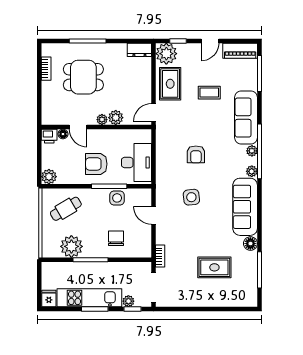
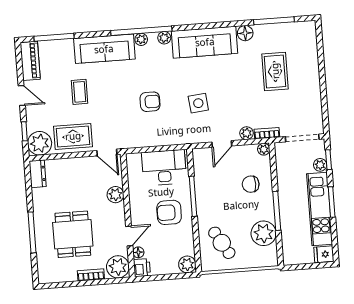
bookcase: (46, 69) -> (91, 275), moved
plant: (102, 120) -> (118, 267), moved, width x1.87, depth x1.87
armchair: (96, 164) -> (169, 212), turned 90
side table: (117, 198) -> (205, 186), removed
plant: (162, 238) -> (247, 133), added
plant: (146, 252) -> (264, 149), added

